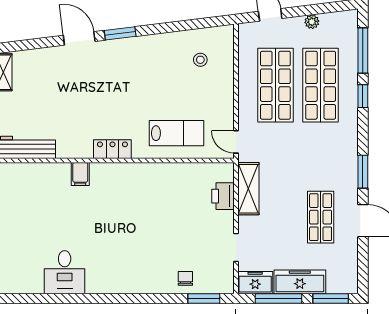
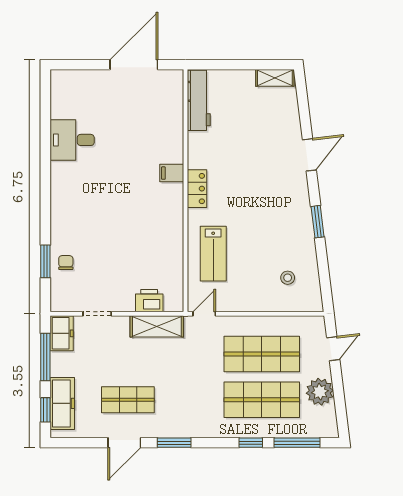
plant: (312, 22) -> (320, 392), width x1.88, depth x1.88
window: (120, 33) -> (318, 222), moved
filing cabinet: (80, 174) -> (172, 173), moved
chair: (185, 278) -> (66, 263), turned -90
freezer: (300, 282) -> (62, 403), moved
window: (204, 298) -> (45, 261), moved
window: (331, 298) -> (45, 410), width x0.67

